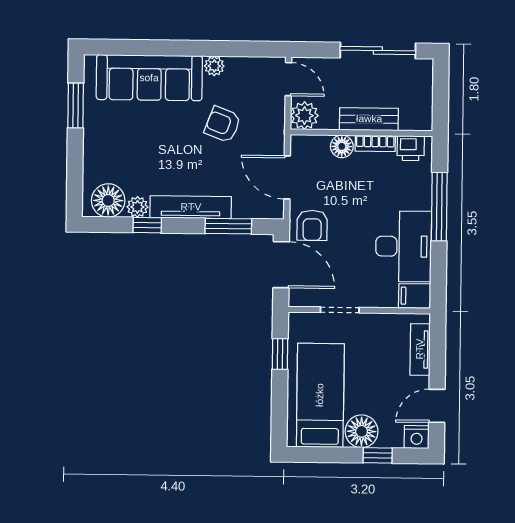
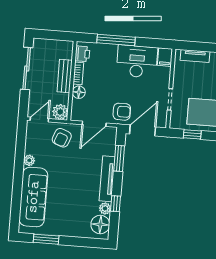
armchair: (223, 124) -> (62, 138), moved

